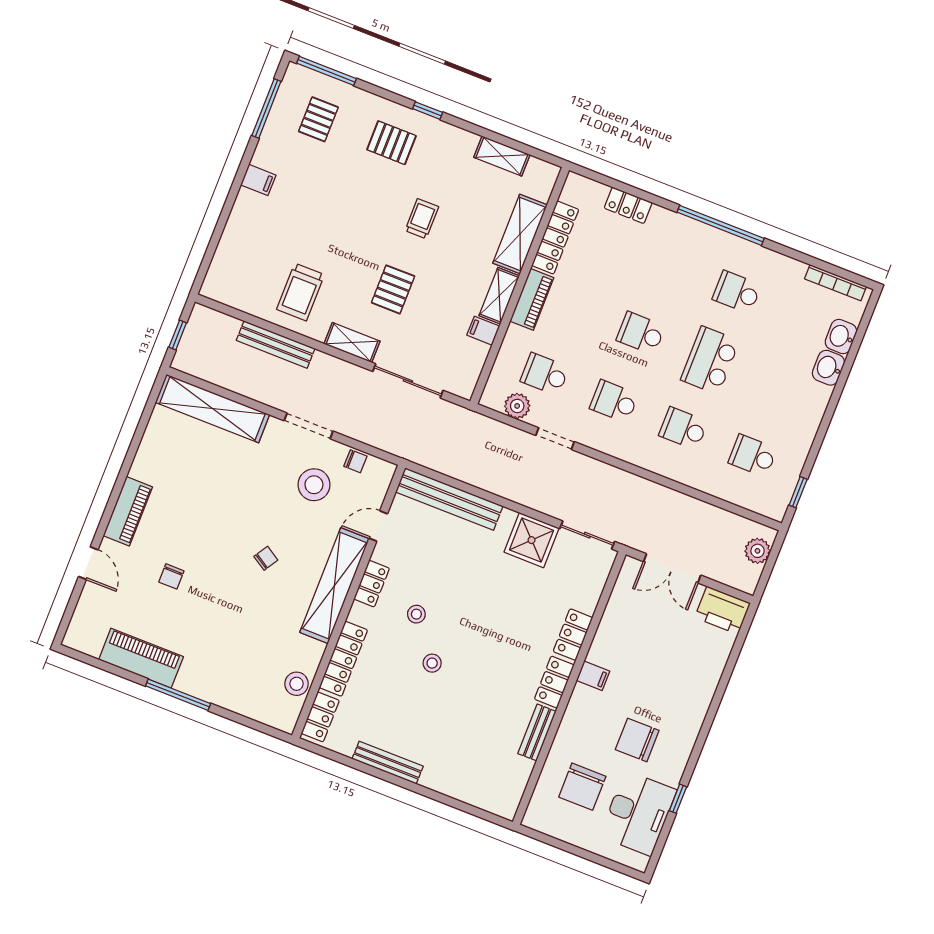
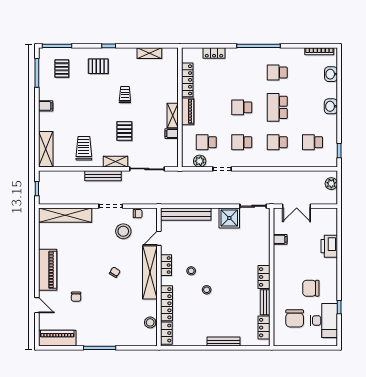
shelving: (520, 234) -> (46, 149), moved
trolley: (301, 292) -> (84, 148), turned 180
bench: (276, 344) -> (103, 176), moved
washbasin: (828, 368) -> (331, 106), moved
piano: (128, 511) -> (48, 270), width x1.37, depth x1.33
printer: (723, 610) -> (329, 246), moved, turned 90
locker: (573, 635) -> (264, 328), moved
piano: (141, 658) -> (57, 338), moved
filing cabinet: (593, 676) -> (280, 239), moved
bench: (388, 763) -> (224, 342), moved

